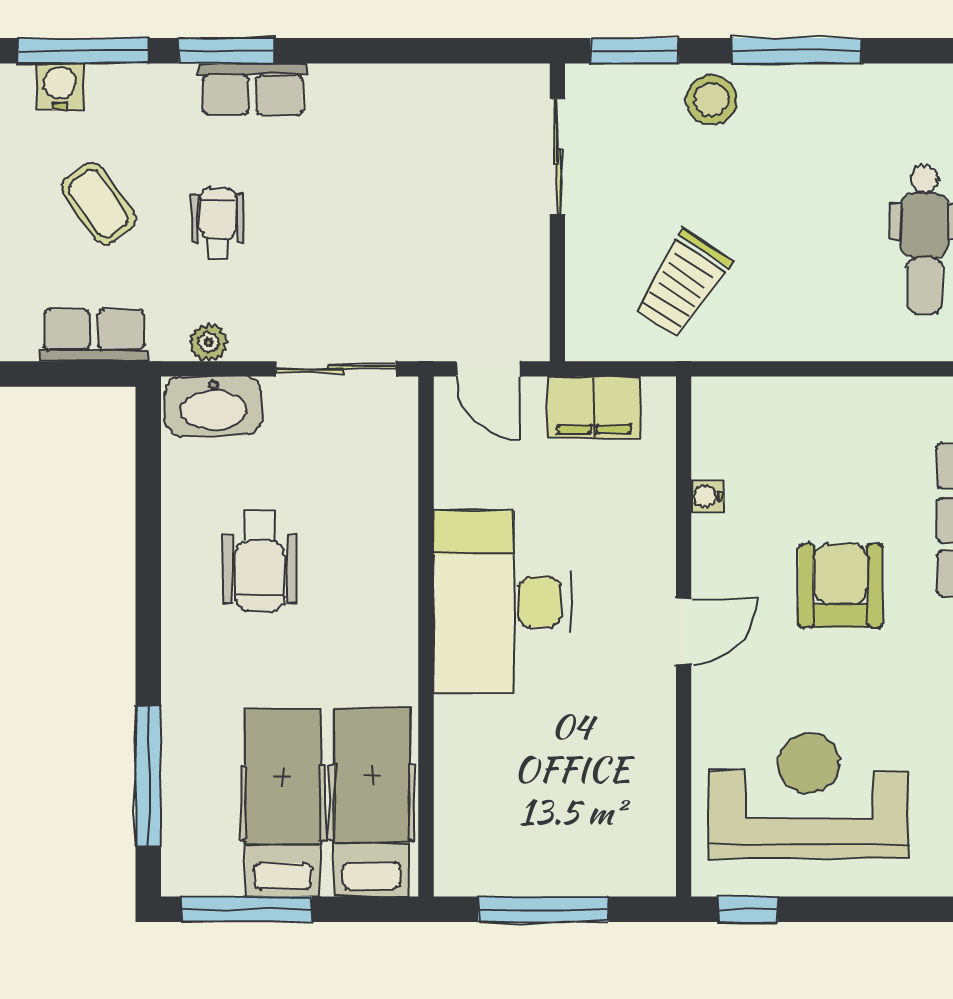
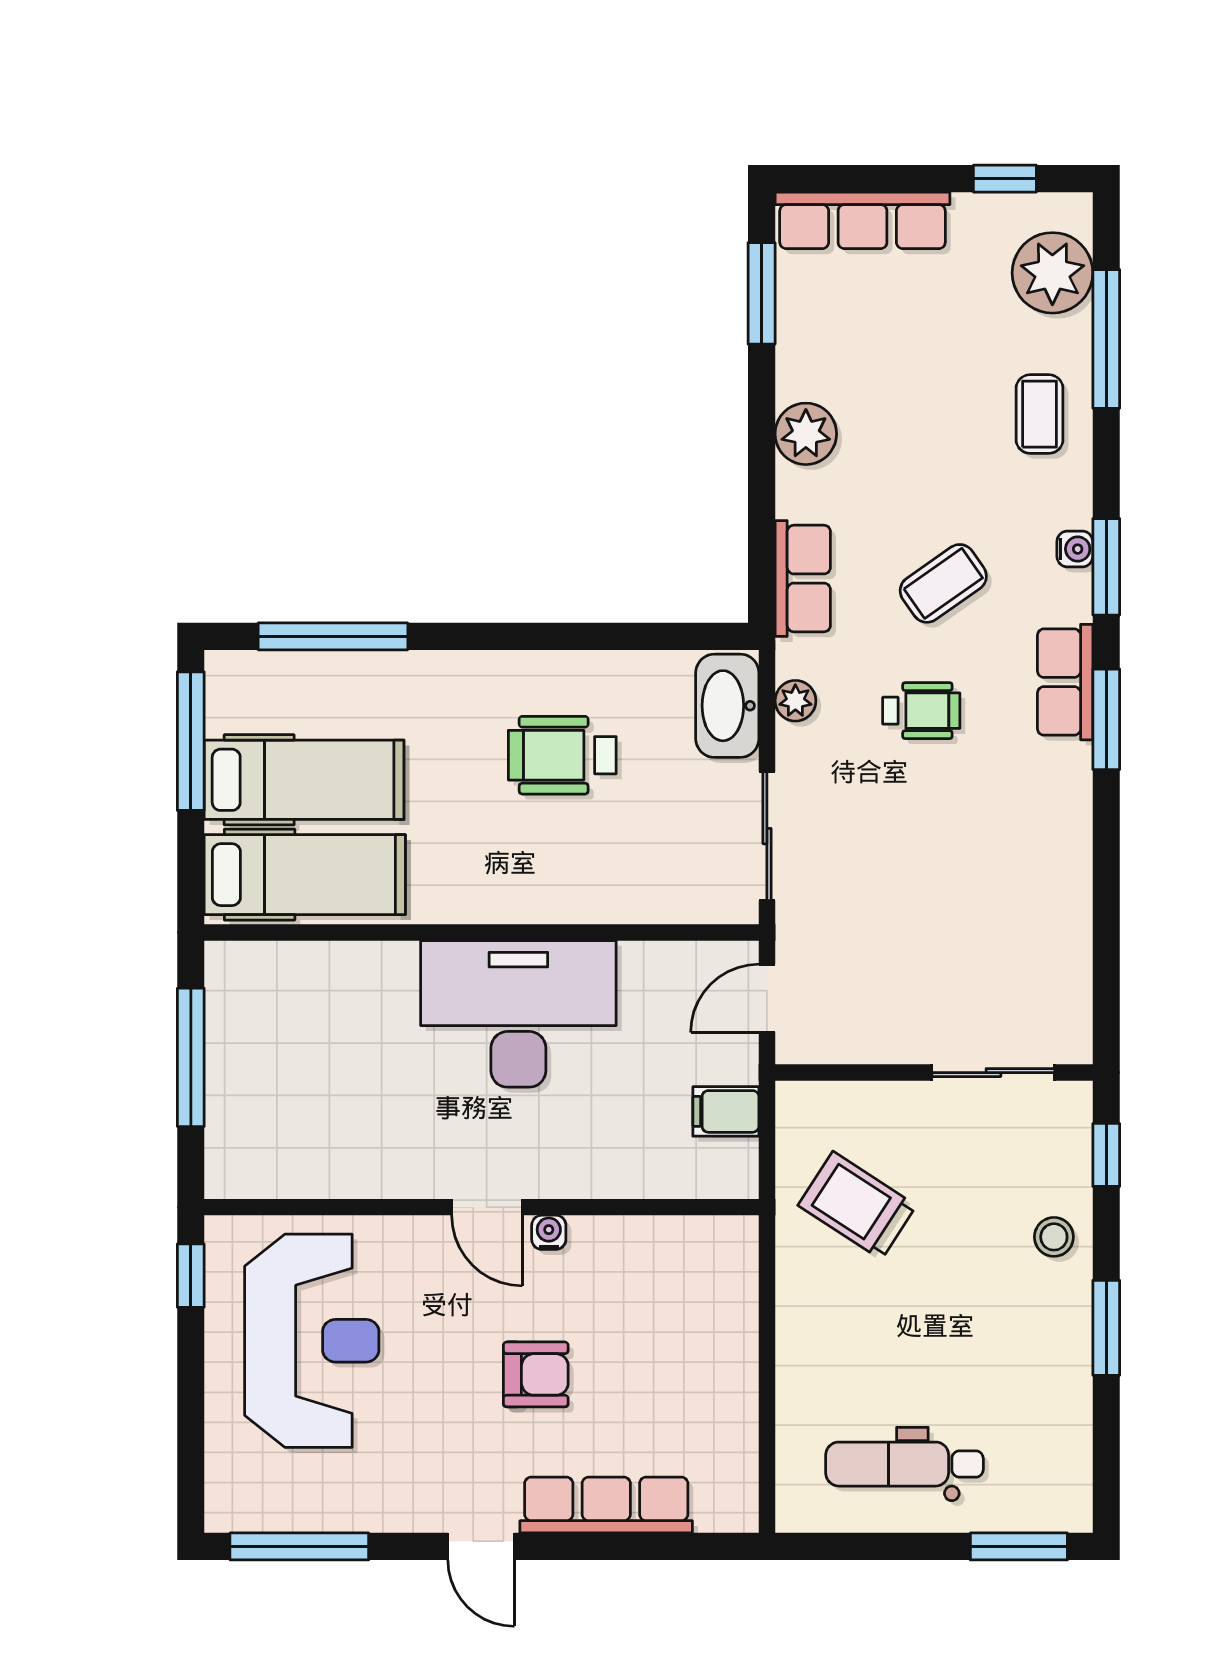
window: (83, 51) -> (1106, 567), width x0.69
window: (635, 51) -> (1106, 1155), width x0.67
window: (797, 51) -> (1106, 1328), width x0.69
water cooler: (60, 87) -> (1075, 549), width x0.72, depth x0.72
row of seats: (253, 89) -> (1065, 682), moved
stool: (712, 100) -> (1054, 1237), width x0.73, depth x0.73
filing cabinet: (594, 407) -> (726, 1111), width x0.50
water cooler: (707, 496) -> (549, 1232), moved
armchair: (841, 586) -> (536, 1374), width x0.72, depth x0.72

